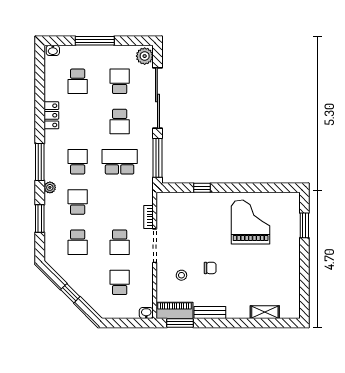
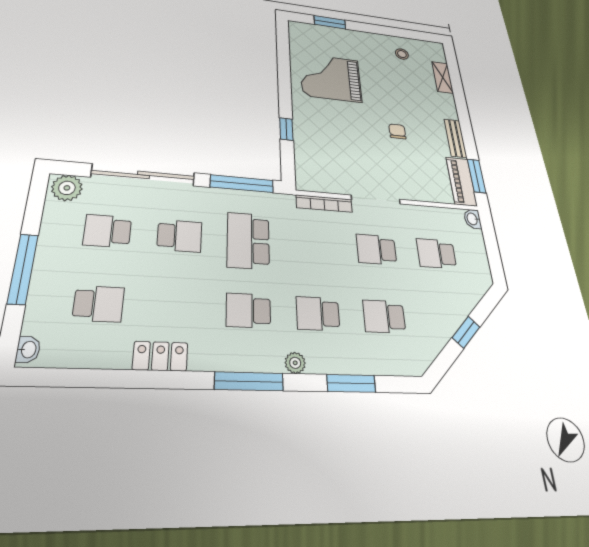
bookcase: (149, 217) -> (324, 203), width x1.56
school desk: (78, 242) -> (384, 317), turned 180
school desk: (120, 242) -> (376, 249), turned 180
stool: (181, 275) -> (402, 54), moved

